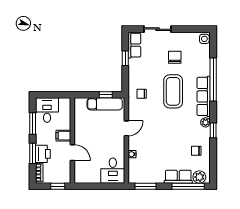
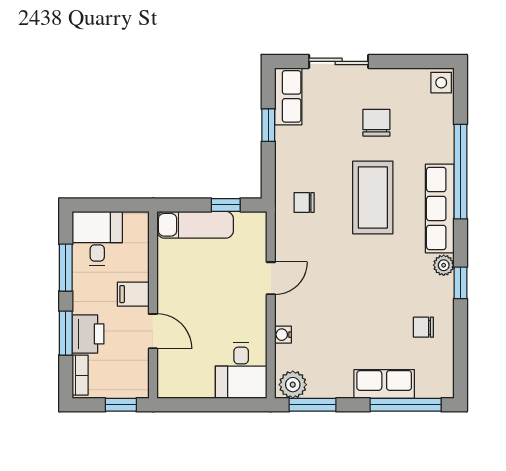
exam couch: (105, 104) -> (195, 225), moved
plant: (199, 177) -> (293, 385), moved

